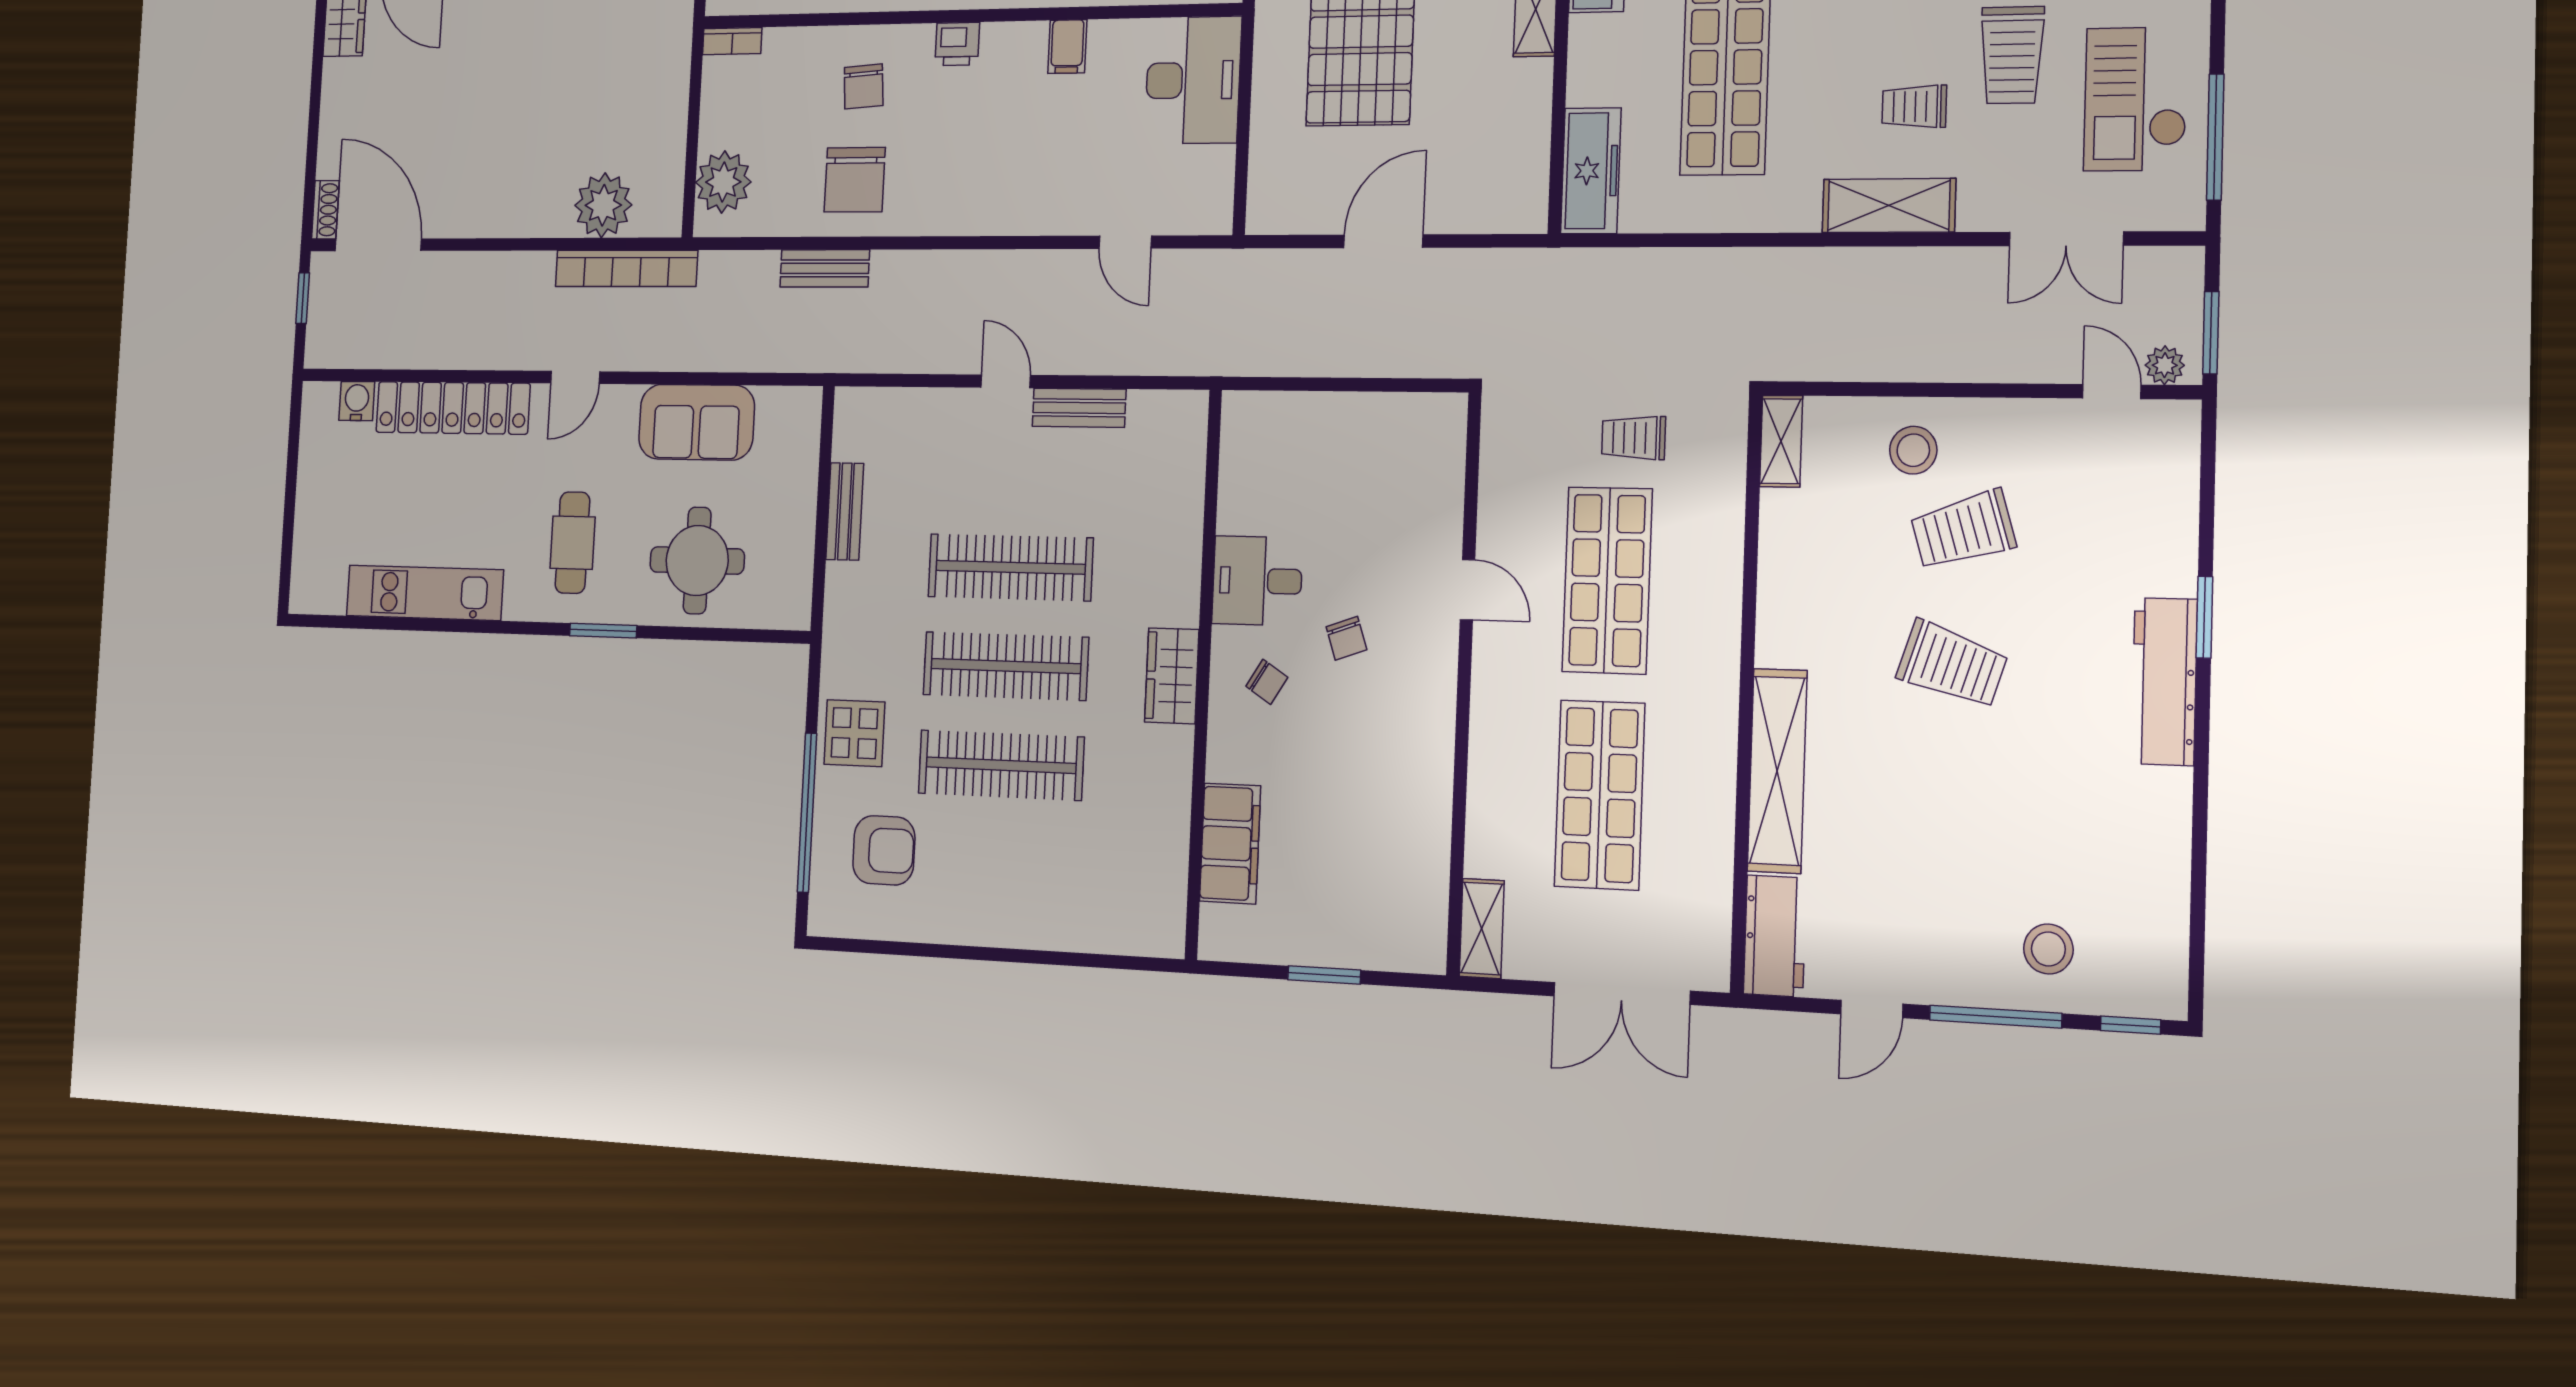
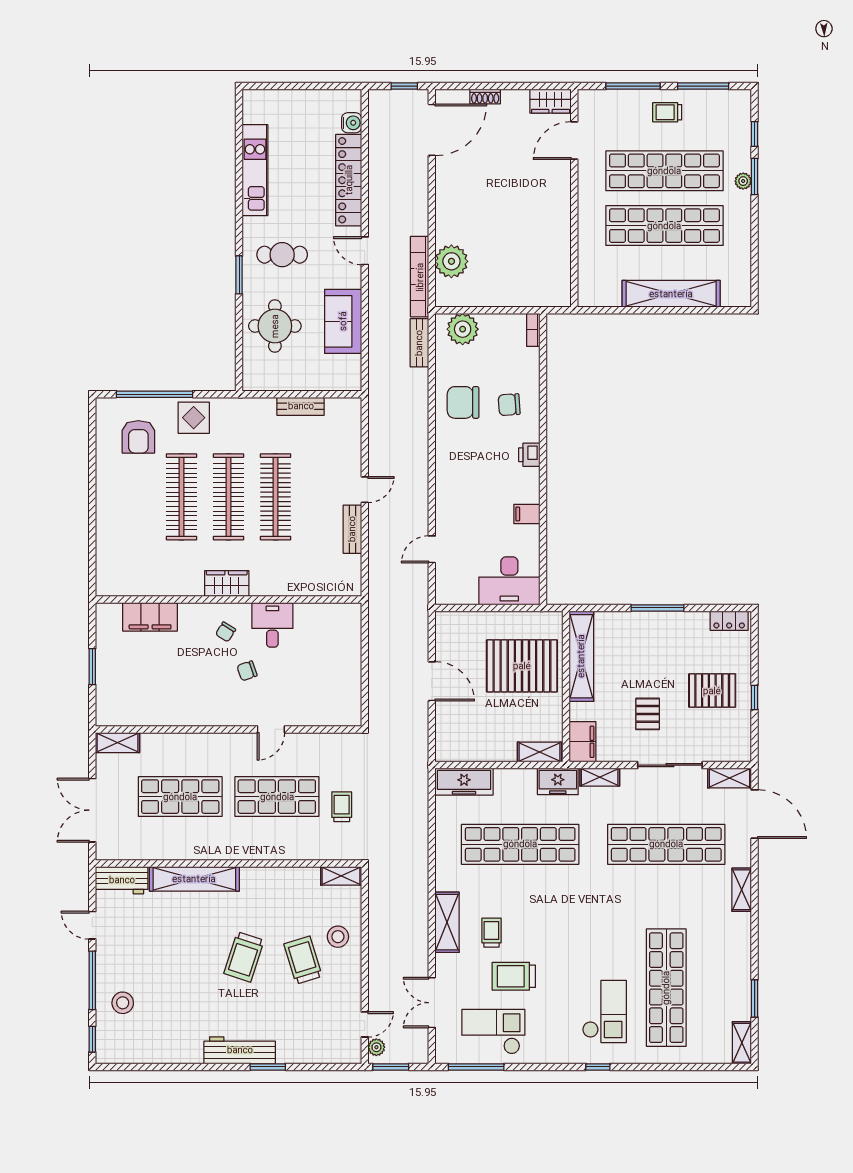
shoe rack: (325, 210) -> (485, 97), moved
bench: (825, 268) -> (419, 343), moved

